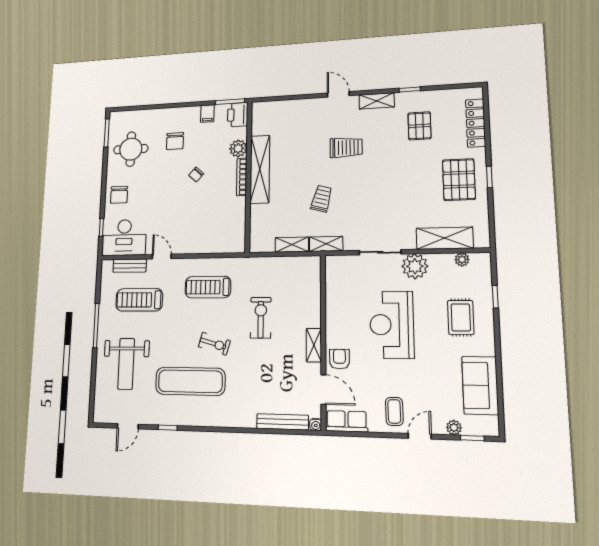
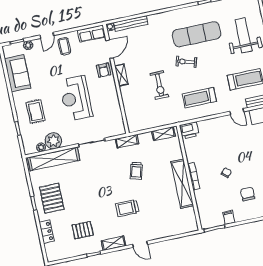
printer: (238, 115) -> (189, 130), moved, turned 90
locker: (476, 123) -> (47, 232), width x0.66
pallet: (420, 126) -> (83, 230), turned 90
plant: (238, 148) -> (201, 196), removed
shelving: (445, 238) -> (54, 159), width x1.47
shelving: (292, 245) -> (163, 134), moved
plant: (415, 266) -> (53, 141), moved
treadmill: (208, 287) -> (199, 98), turned 180
reception desk: (392, 325) -> (76, 98), turned 180
door: (323, 390) -> (110, 49), swing flipped

